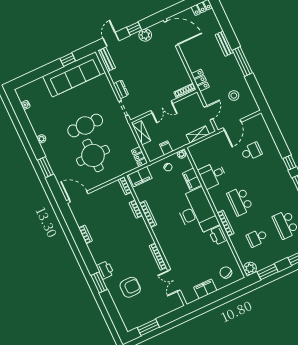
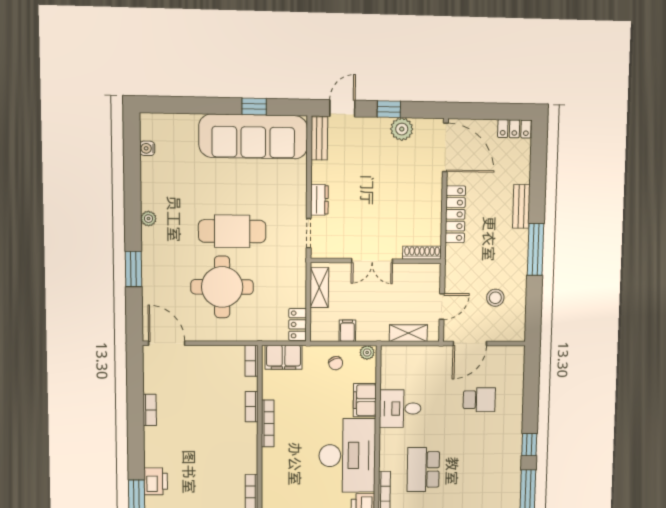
locker: (200, 80) -> (455, 214), moved, width x1.53

